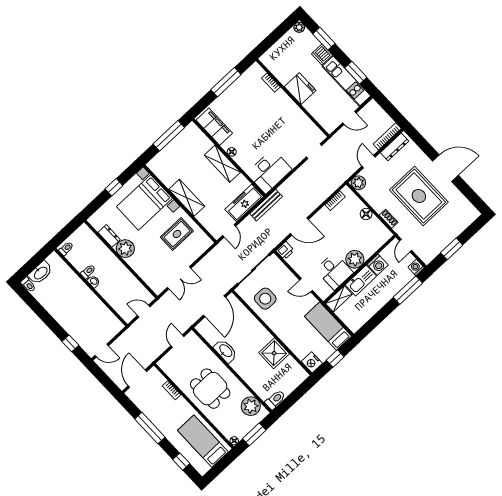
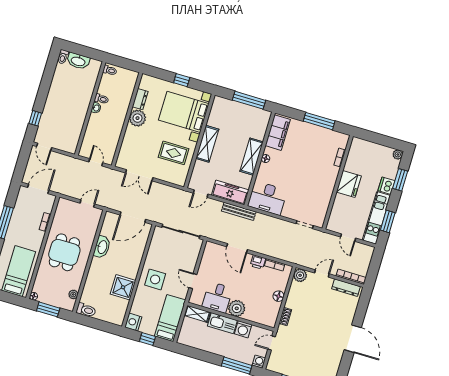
rug: (419, 196) -> (318, 330), removed
printer: (285, 251) -> (258, 262), moved
side table: (265, 299) -> (155, 279), moved
plant: (251, 406) -> (73, 294), width x0.53, depth x0.53

